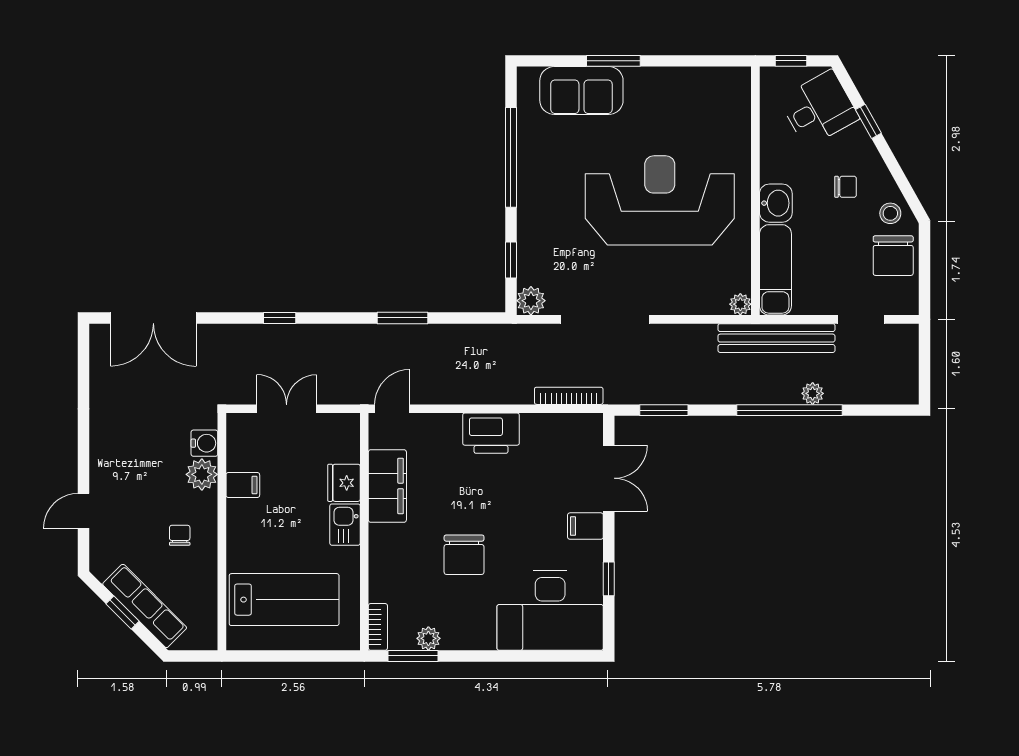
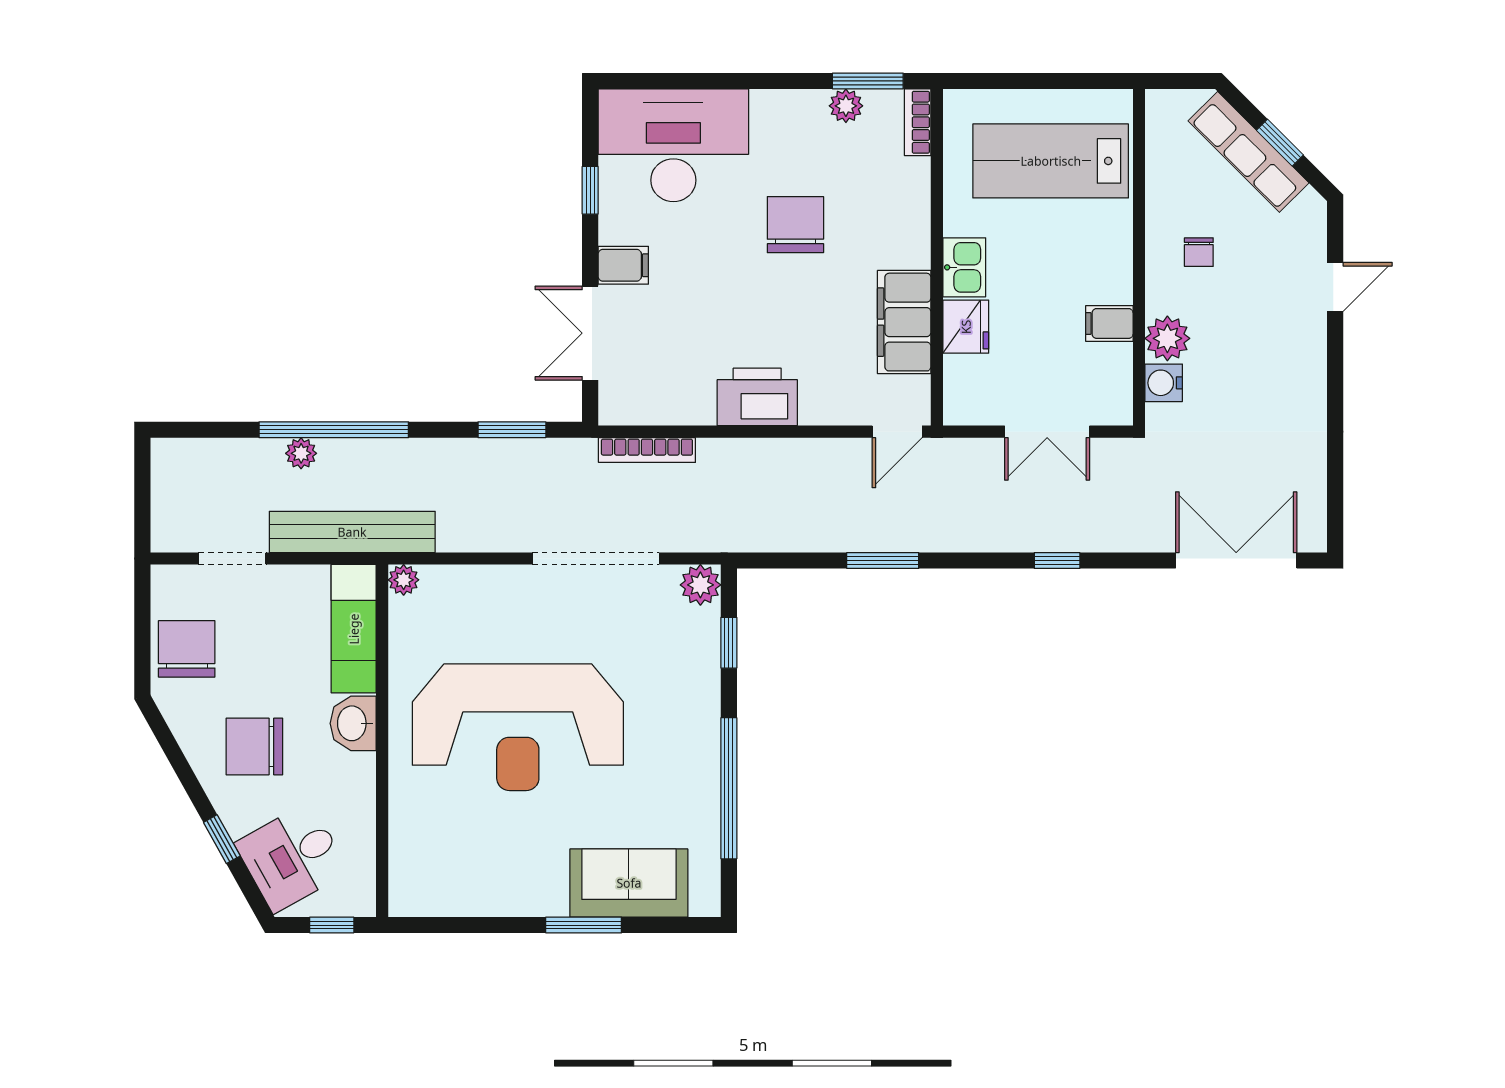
chair: (845, 187) -> (254, 747), width x1.87, depth x1.87
stool: (890, 213) -> (191, 709), removed

